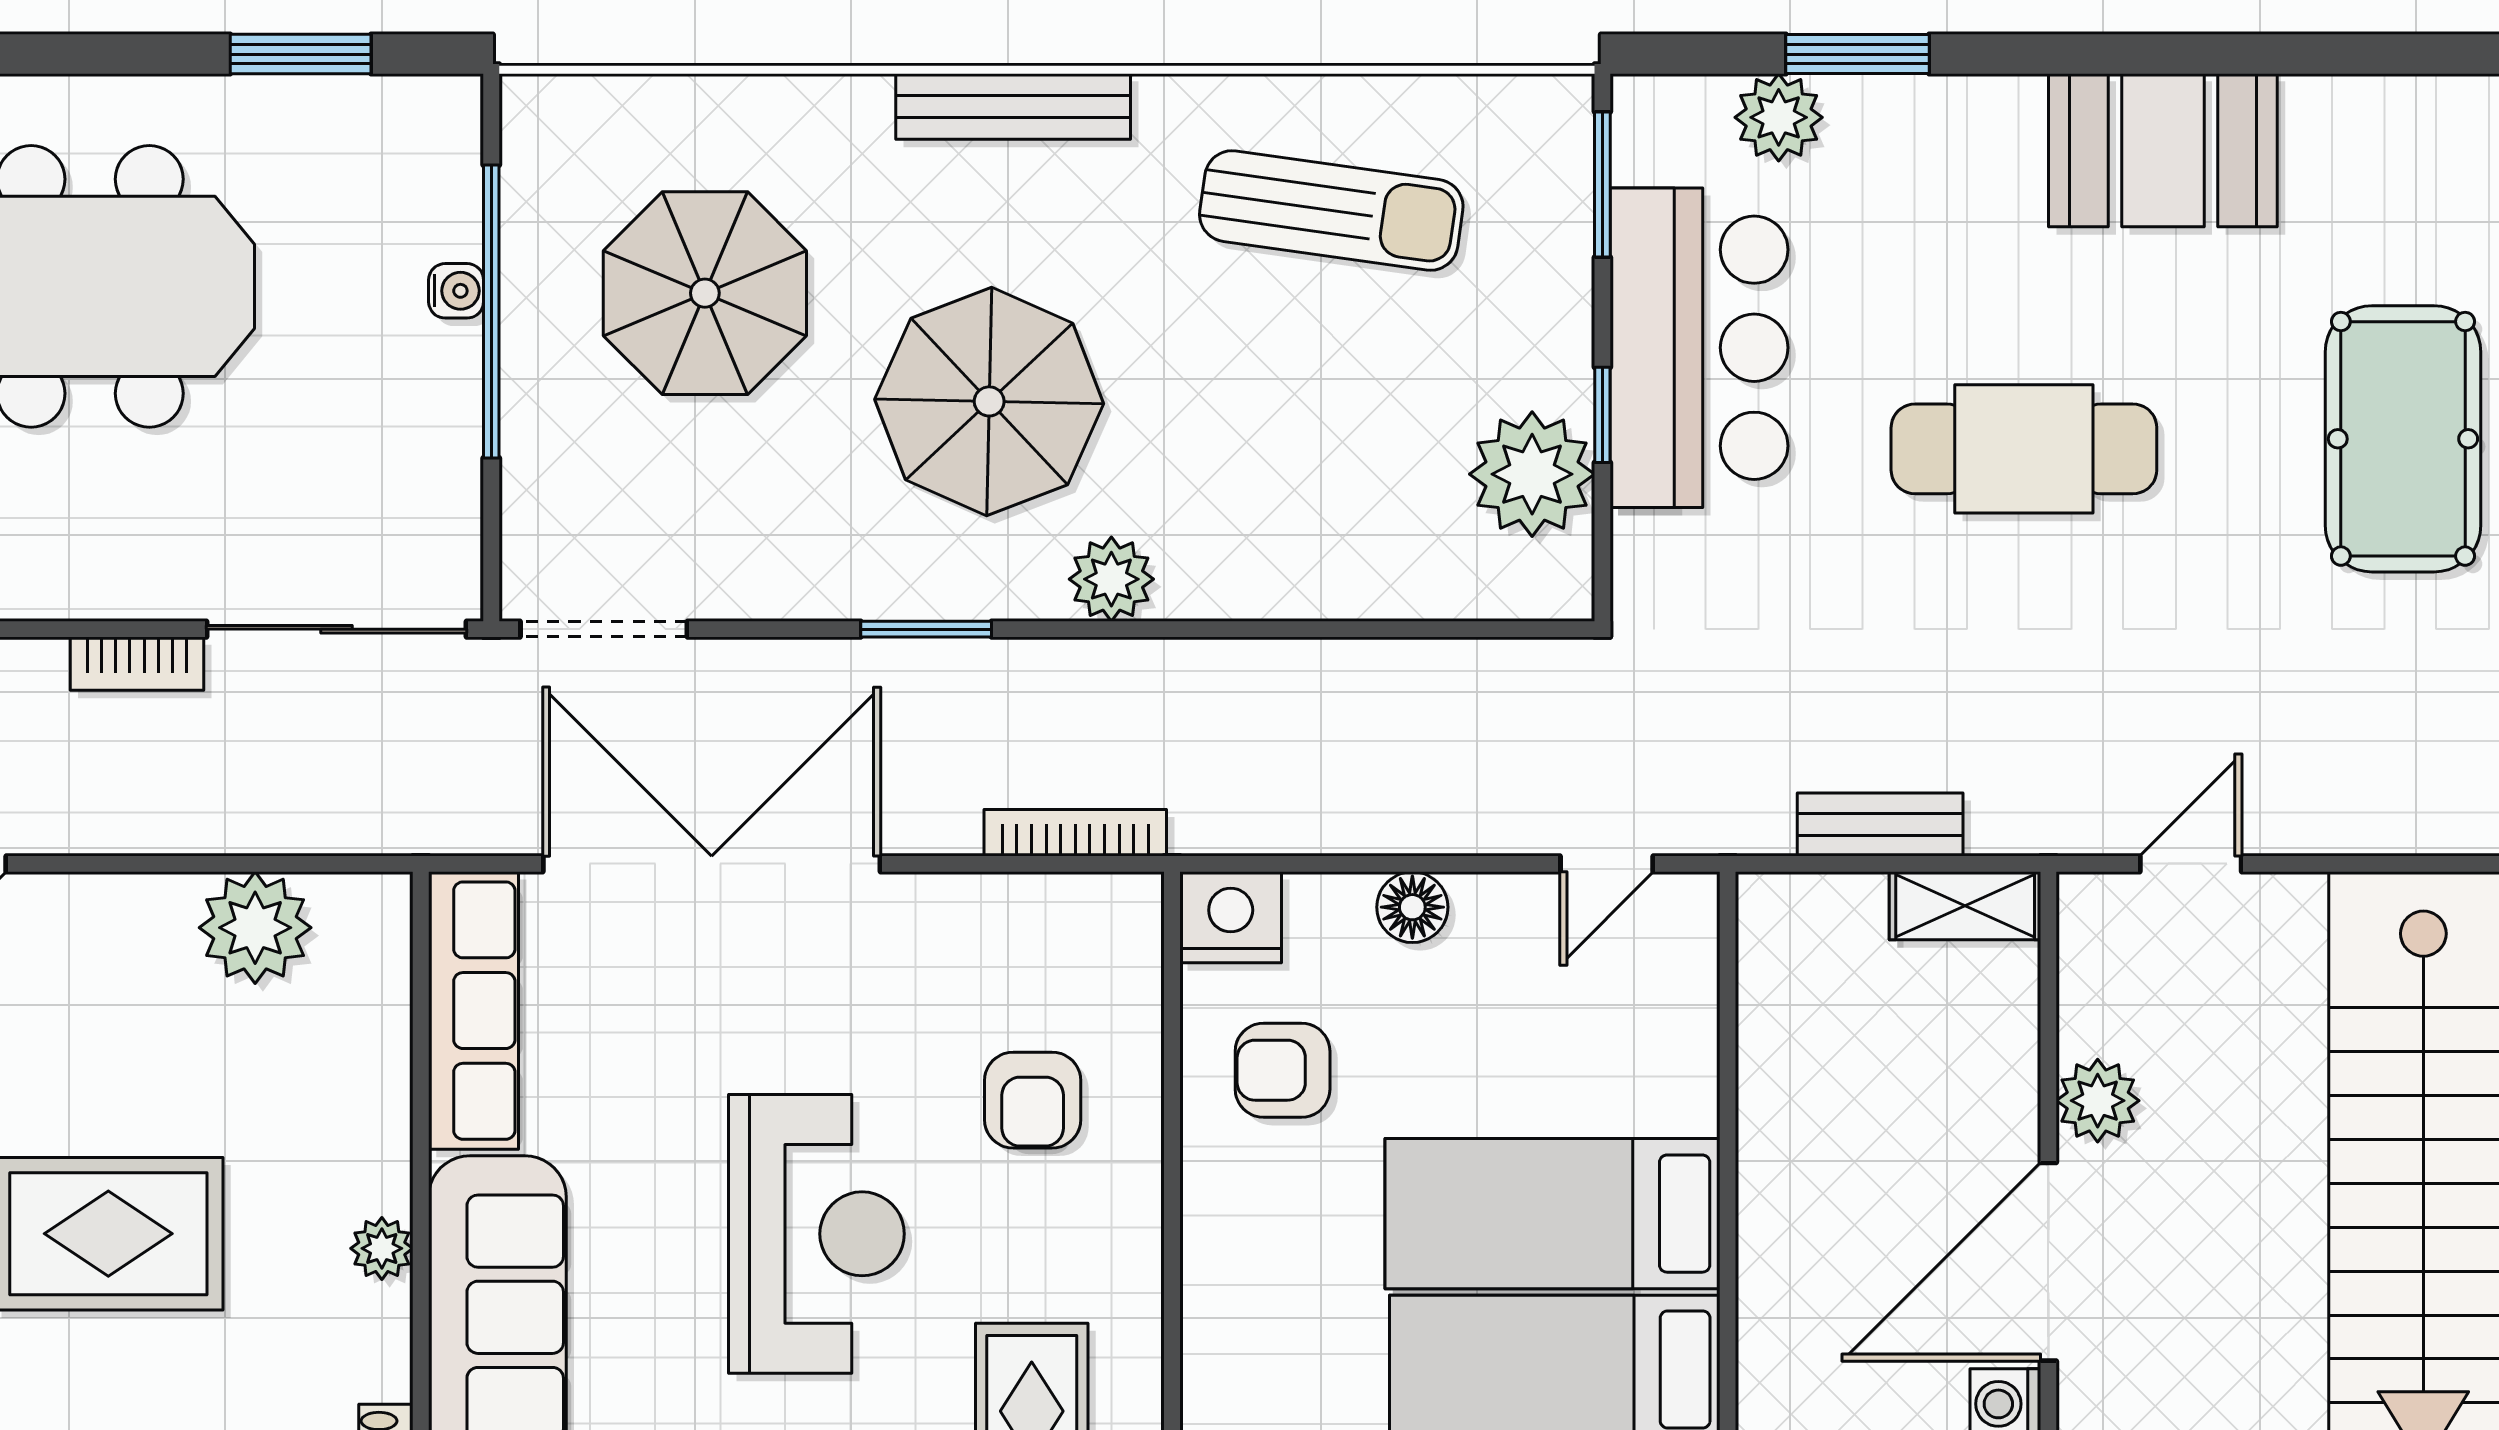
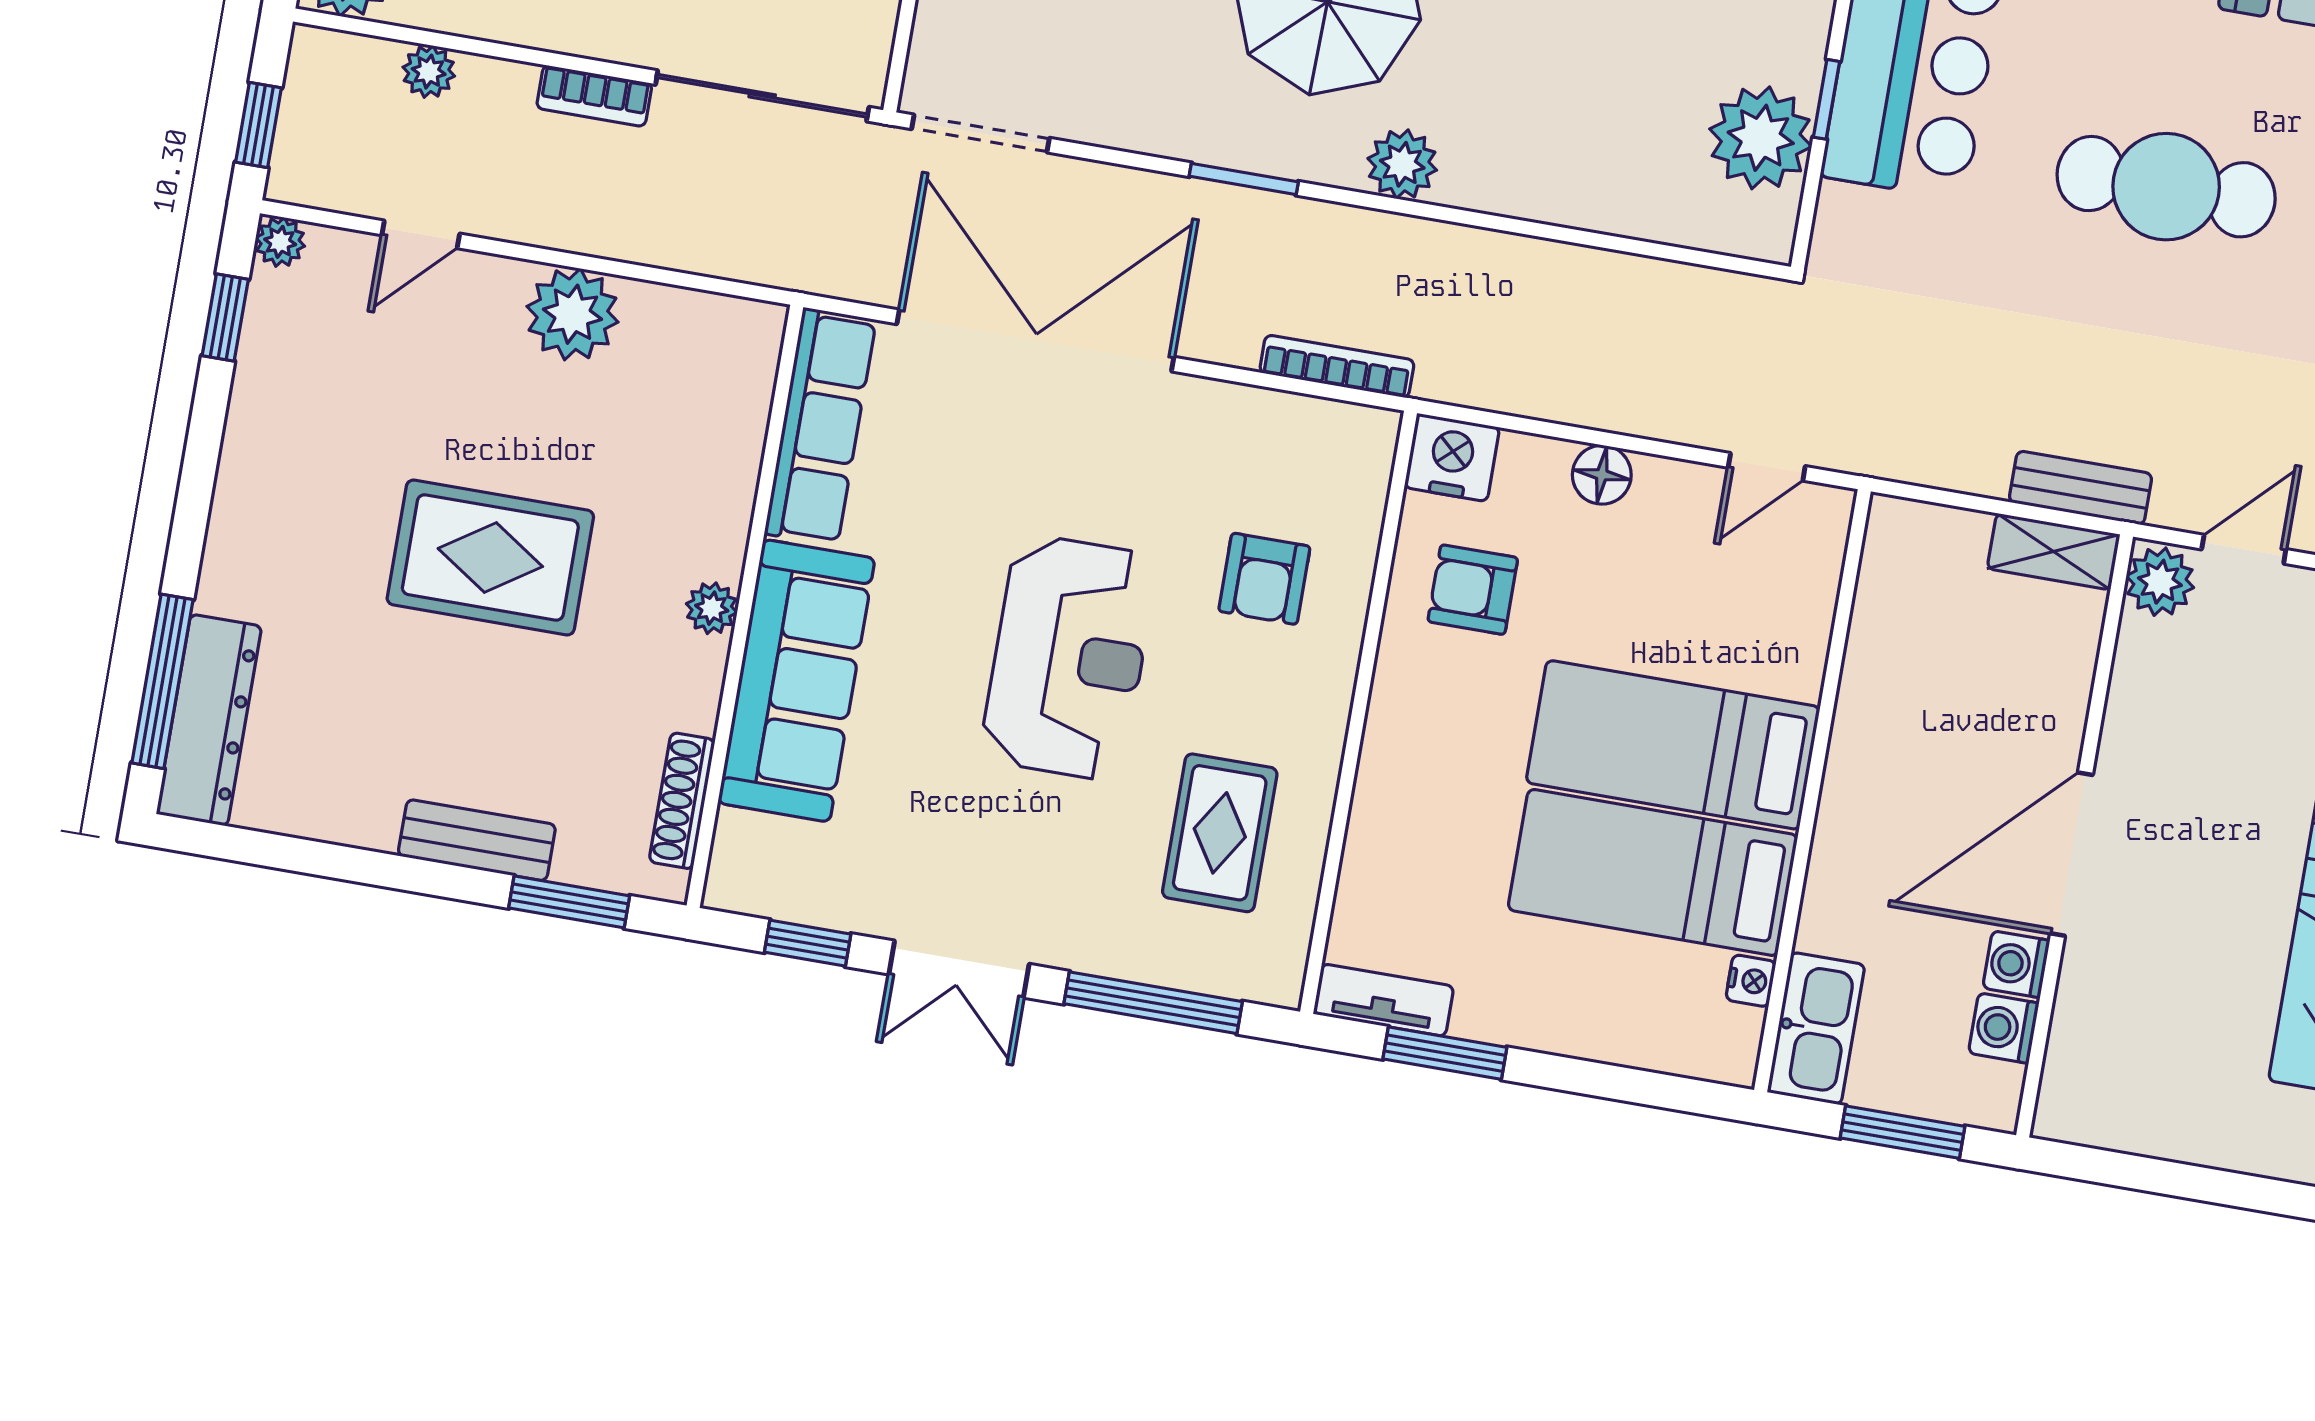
bench: (1880, 824) -> (2081, 488), moved
plant: (255, 928) -> (572, 314), moved
plant: (2098, 1101) -> (2160, 582), moved

